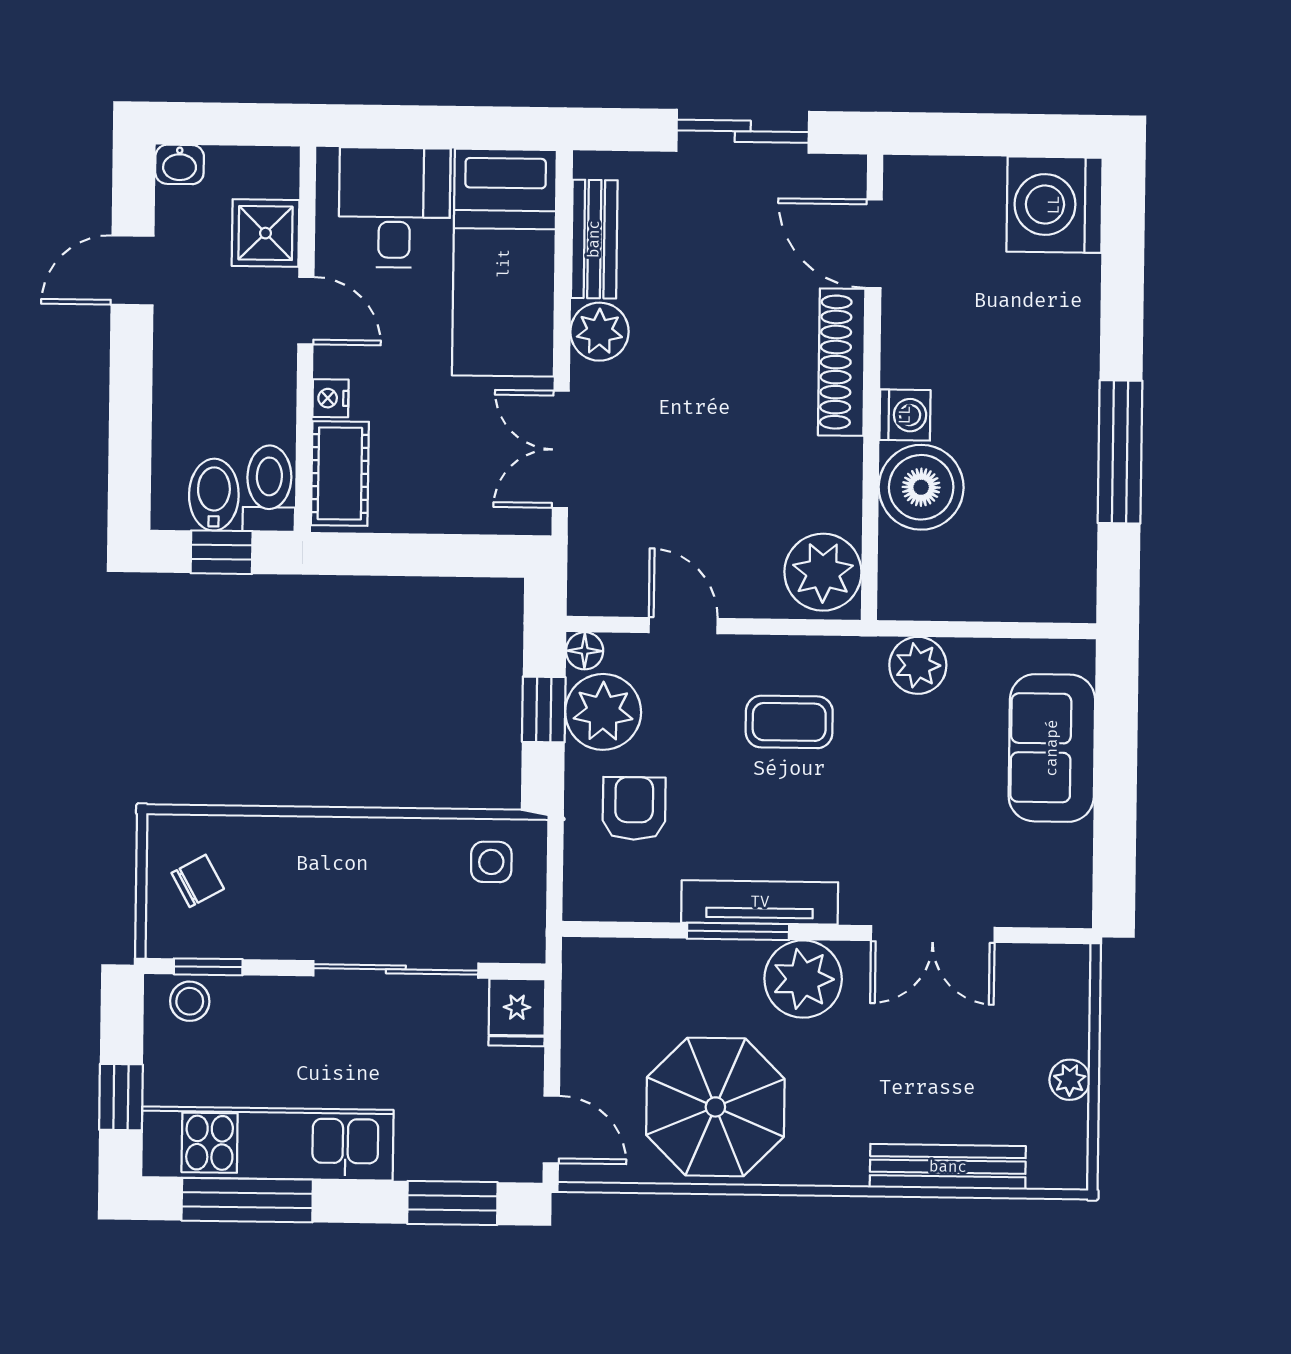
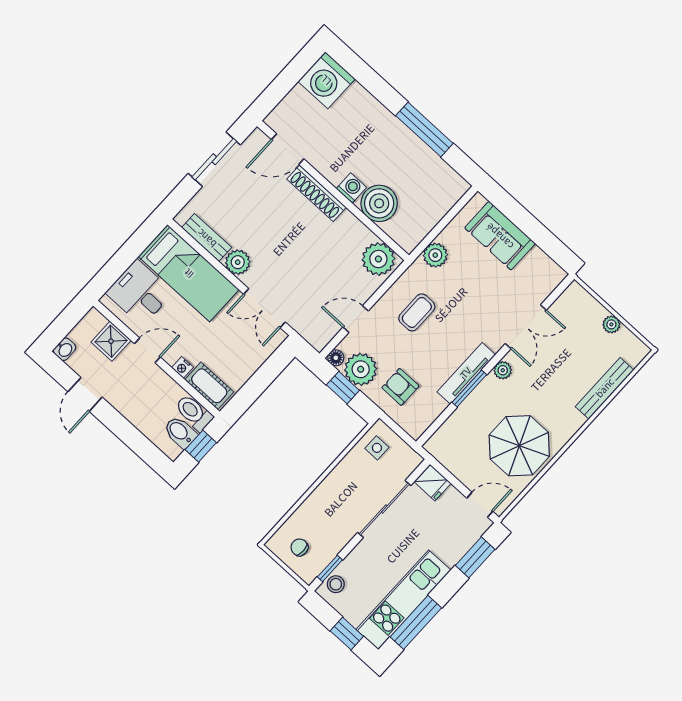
chair: (198, 881) -> (299, 547), turned -61
plant: (803, 979) -> (503, 370), width x0.53, depth x0.53

